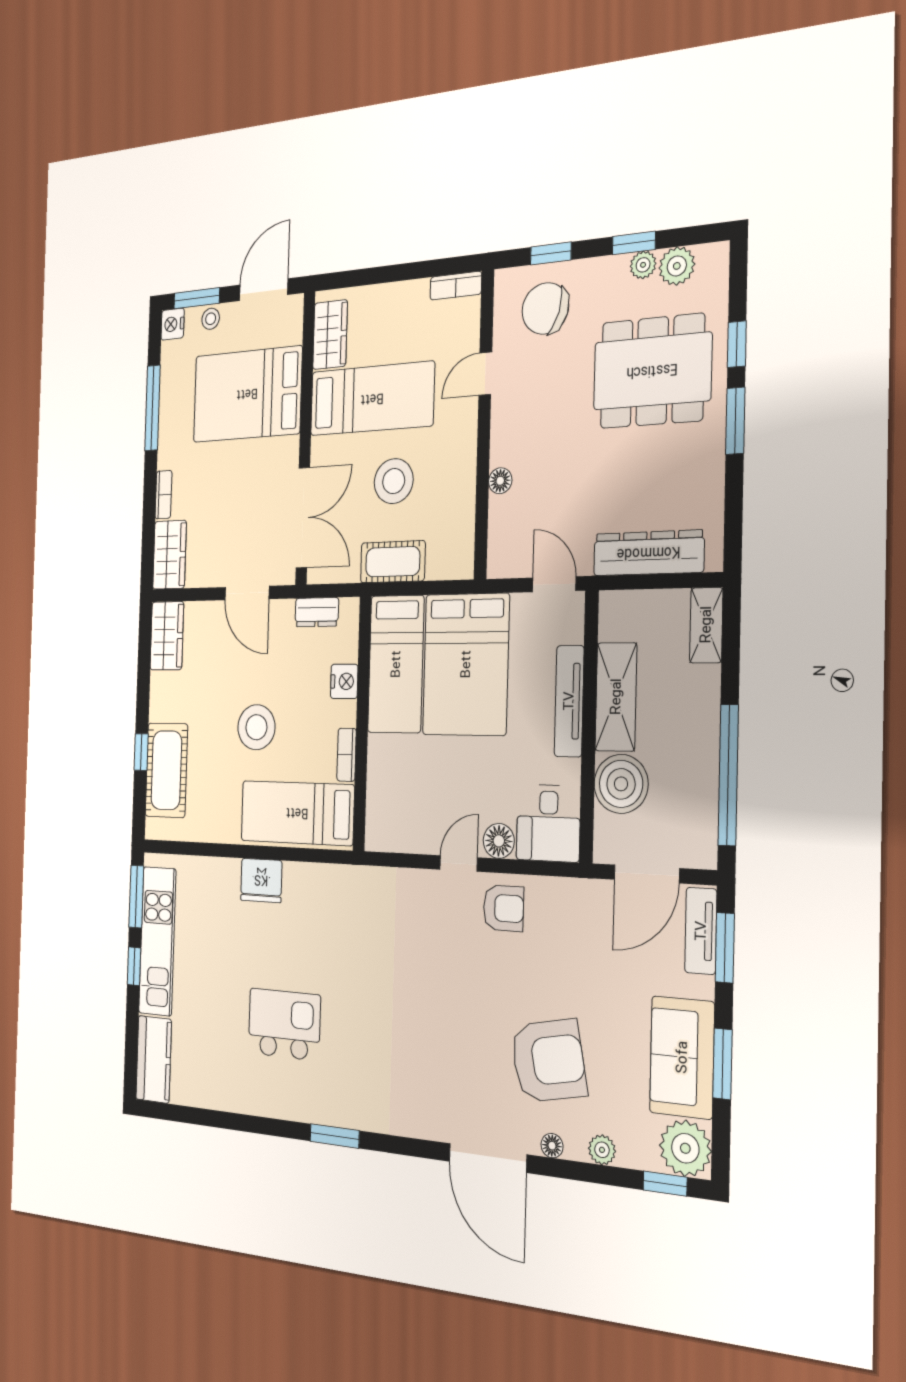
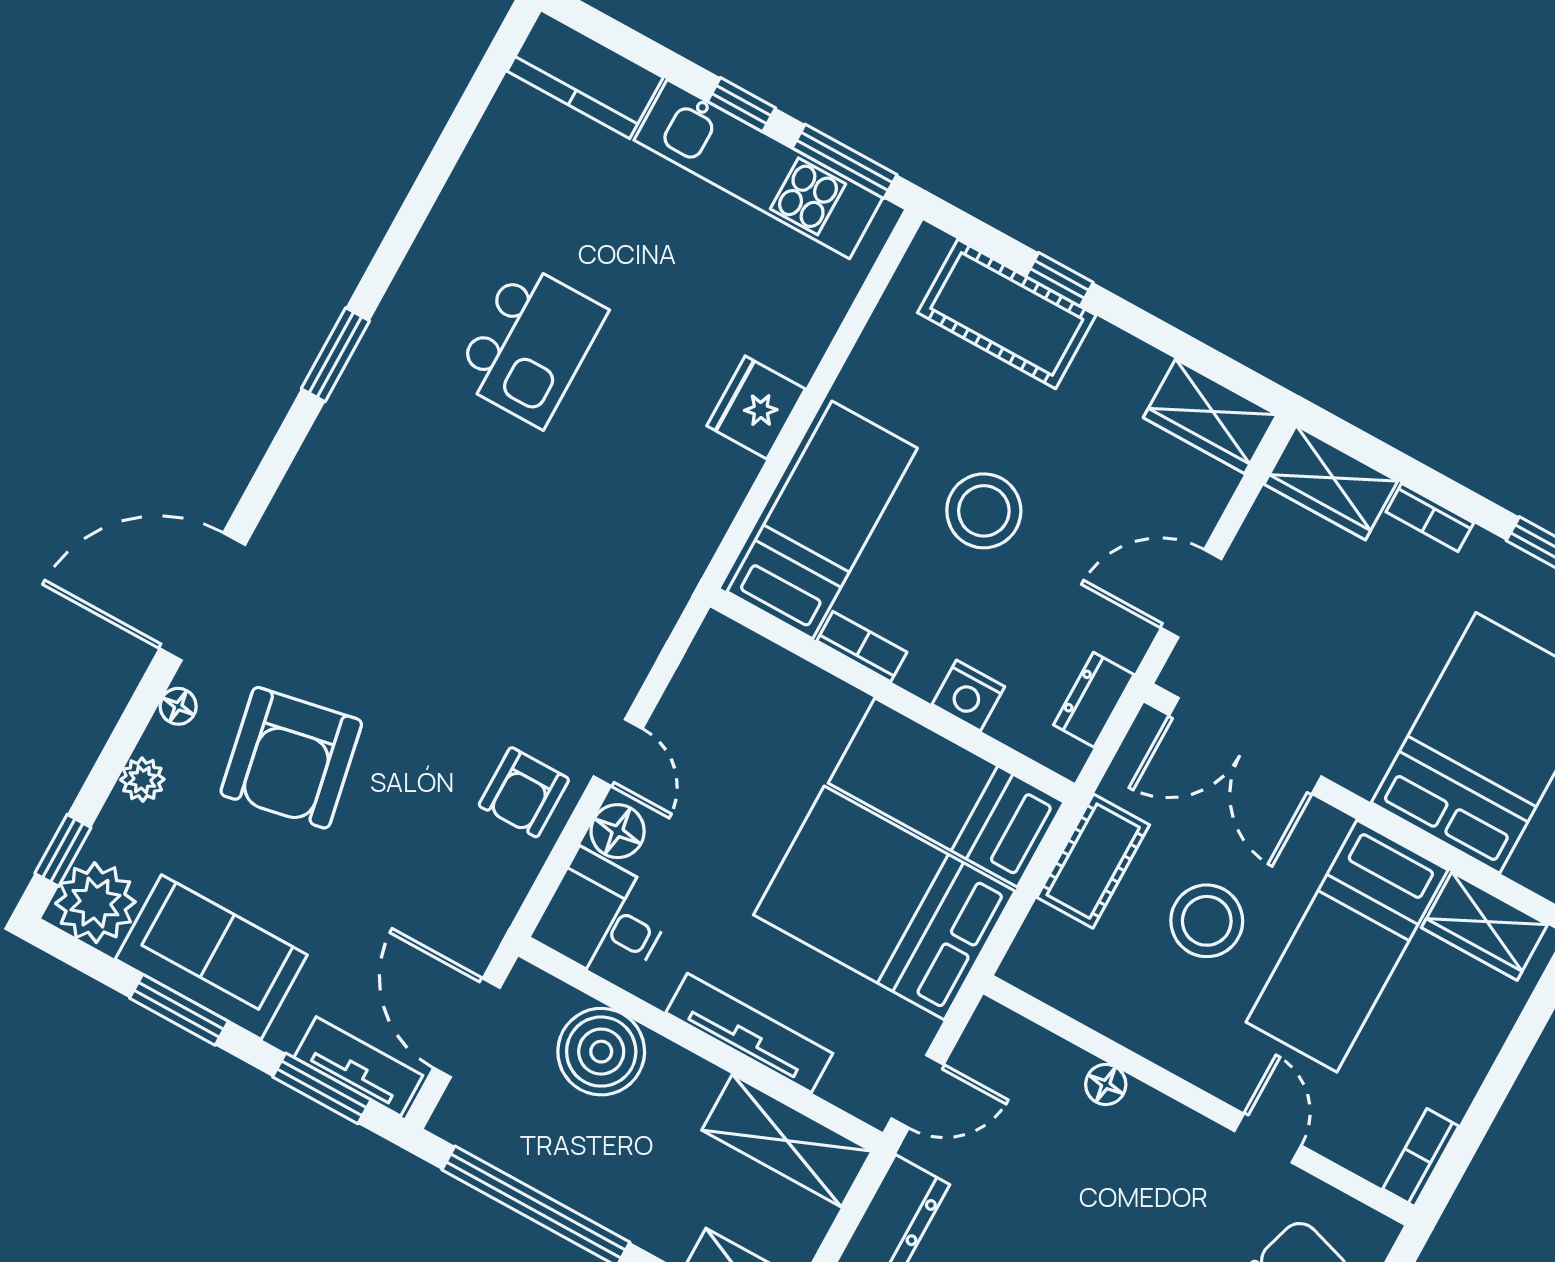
shelving: (616, 697) -> (787, 1141), moved

